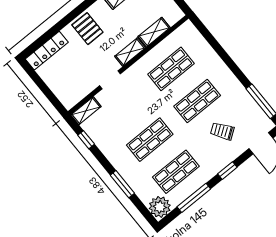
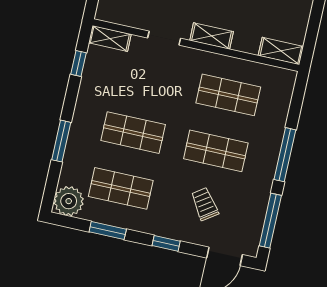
shelving: (154, 32) -> (281, 51), moved
window: (230, 64) -> (285, 155), added
window: (194, 198) -> (108, 230), width x0.69

